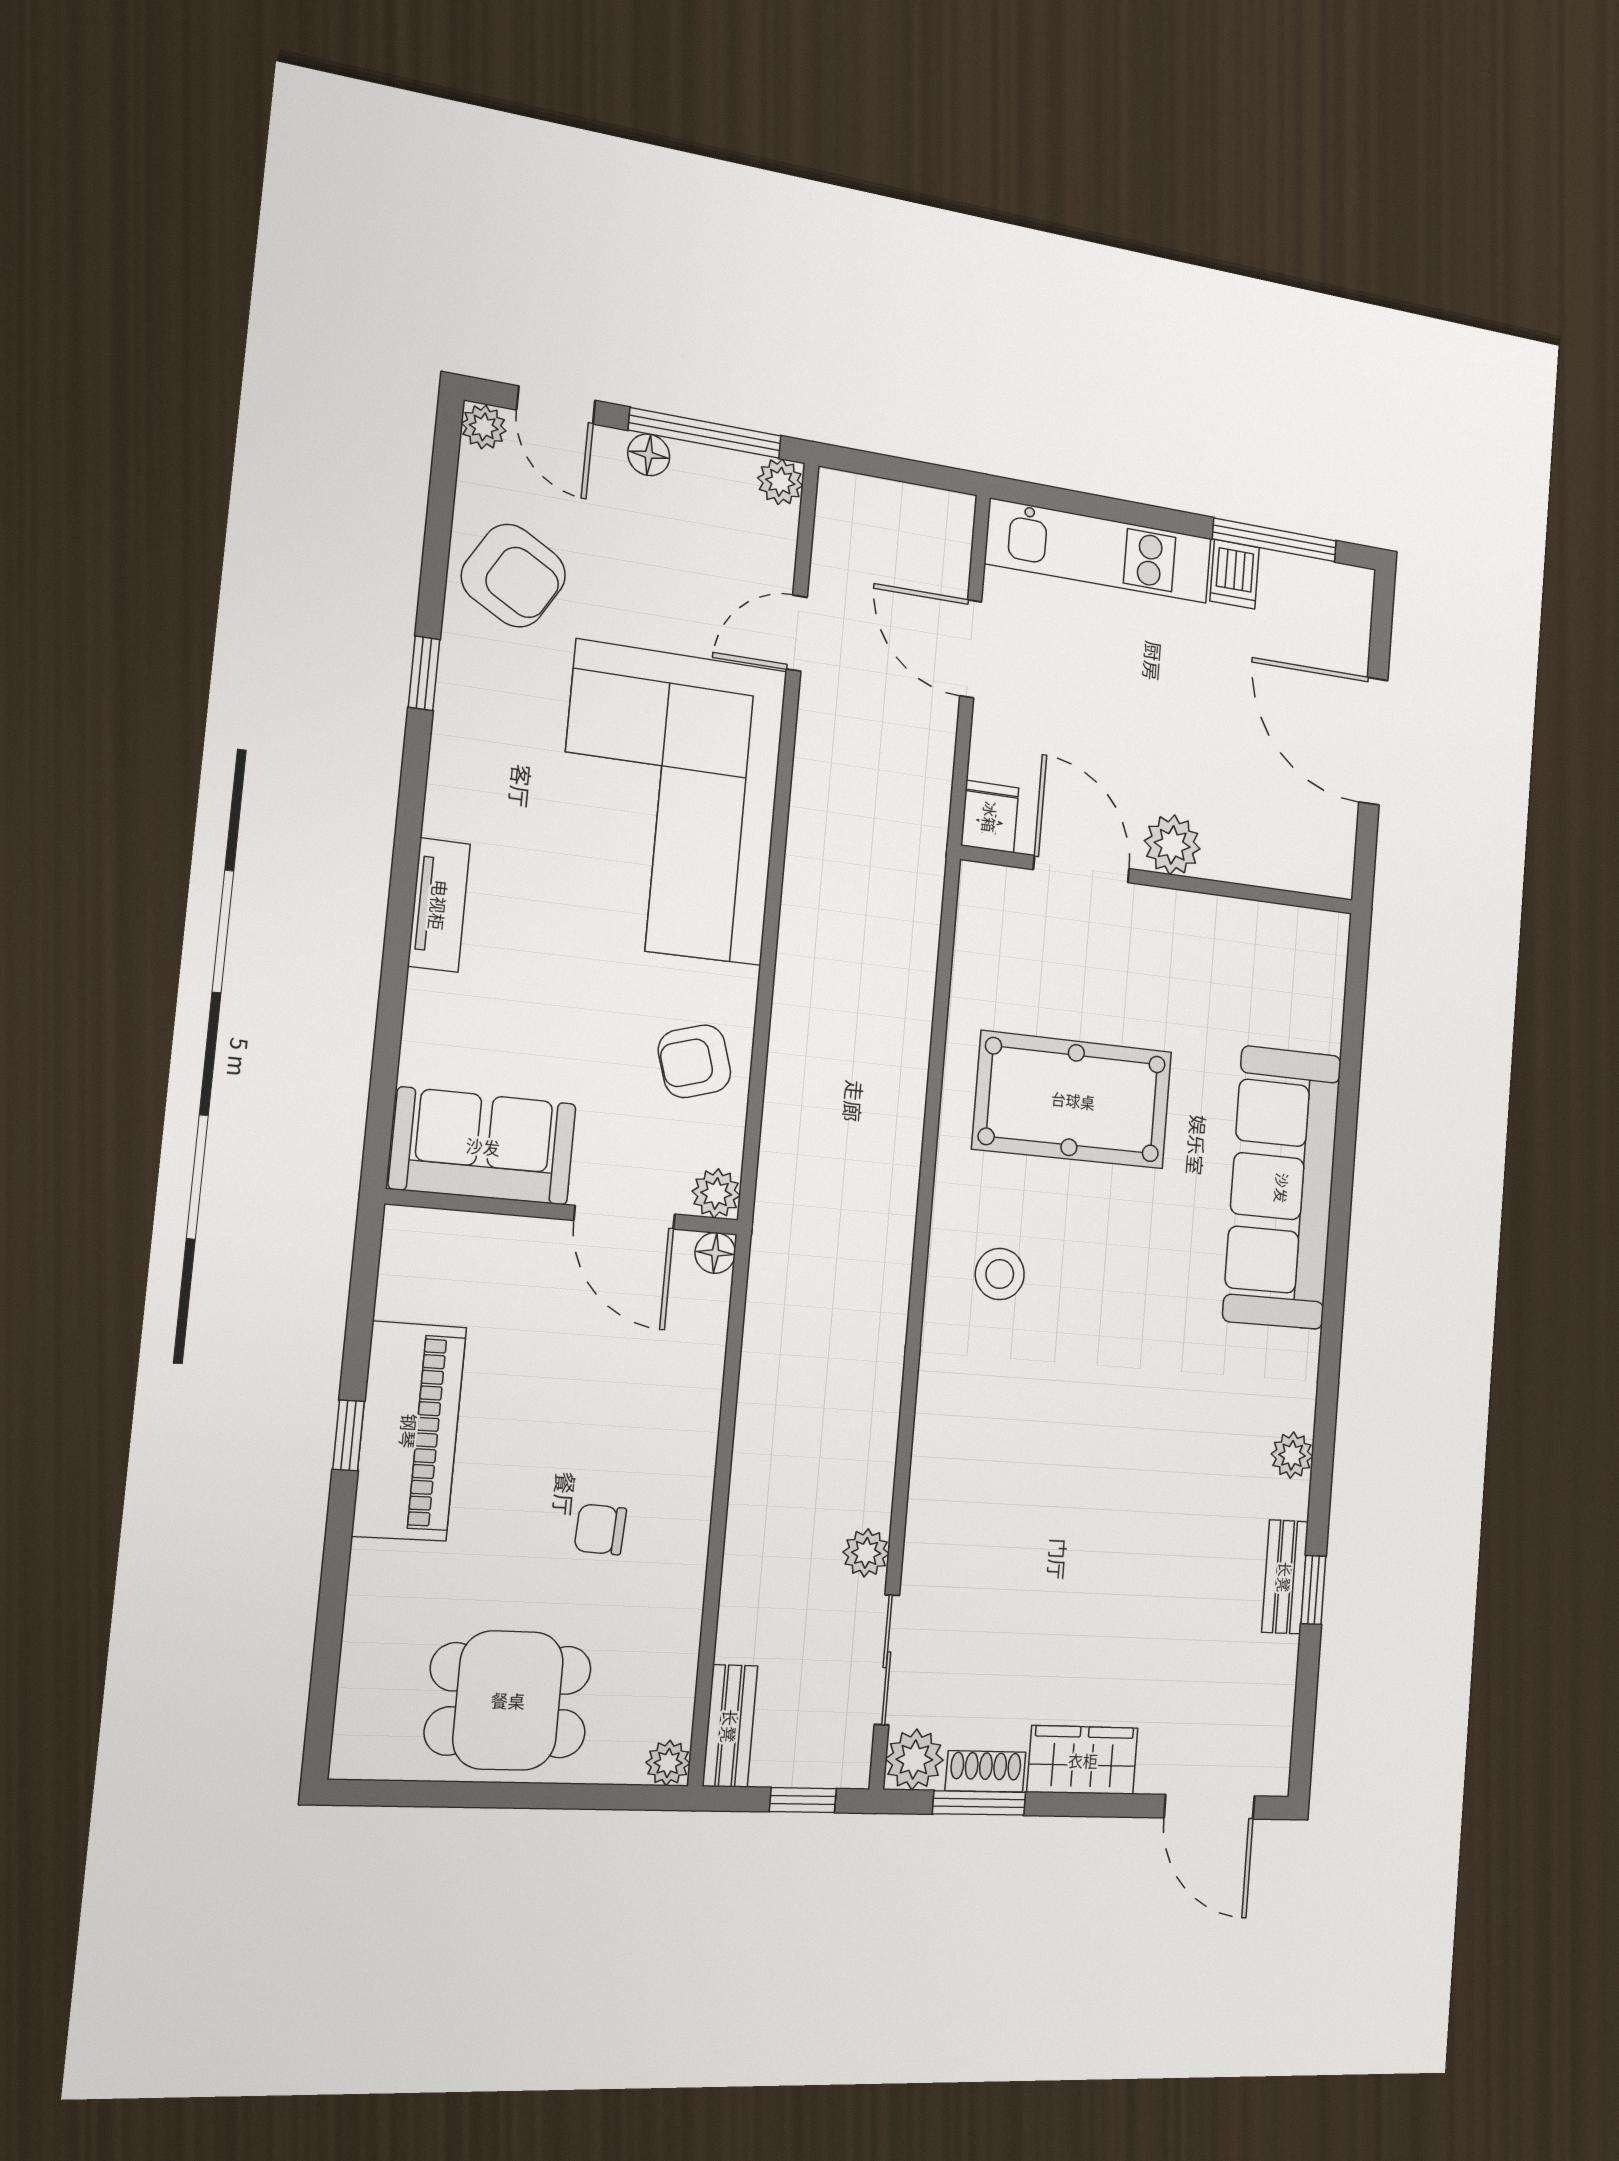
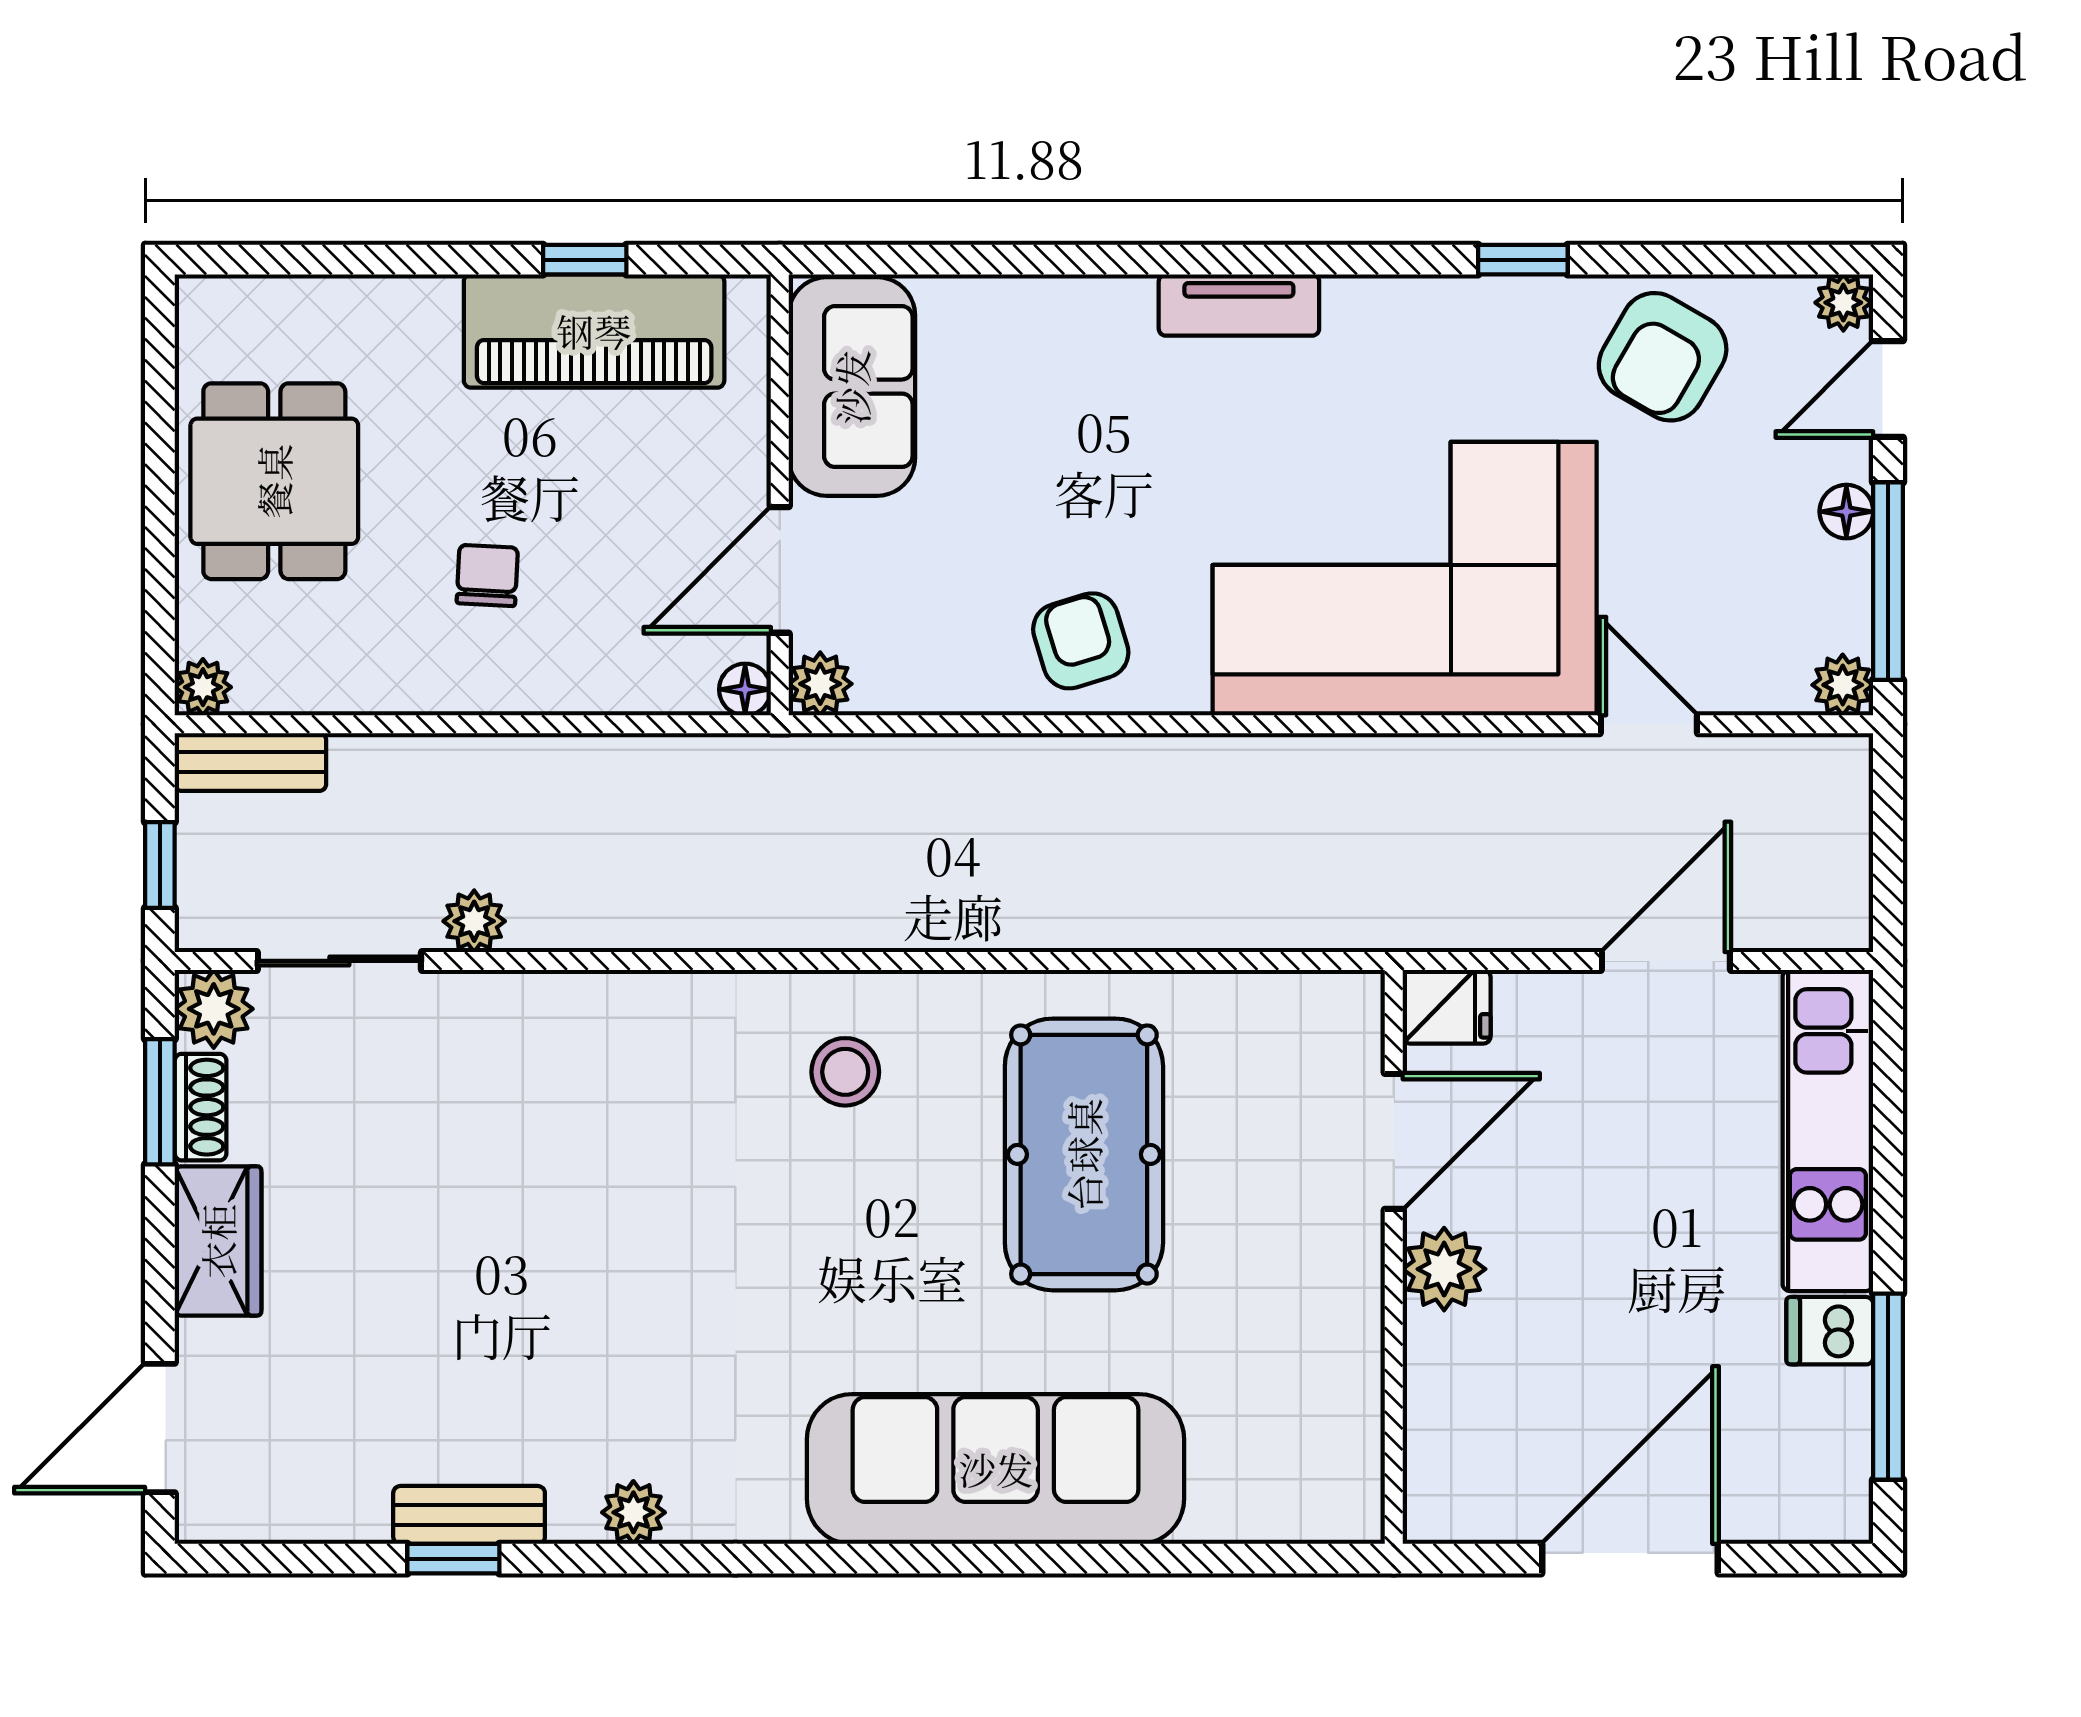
sofa: (483, 1146) -> (852, 387), moved
plant: (716, 1193) -> (820, 684), moved
wall: (565, 1212) -> (780, 495), moved
door: (624, 1217) -> (780, 570), moved
floor lamp: (715, 1253) -> (745, 689), moved

